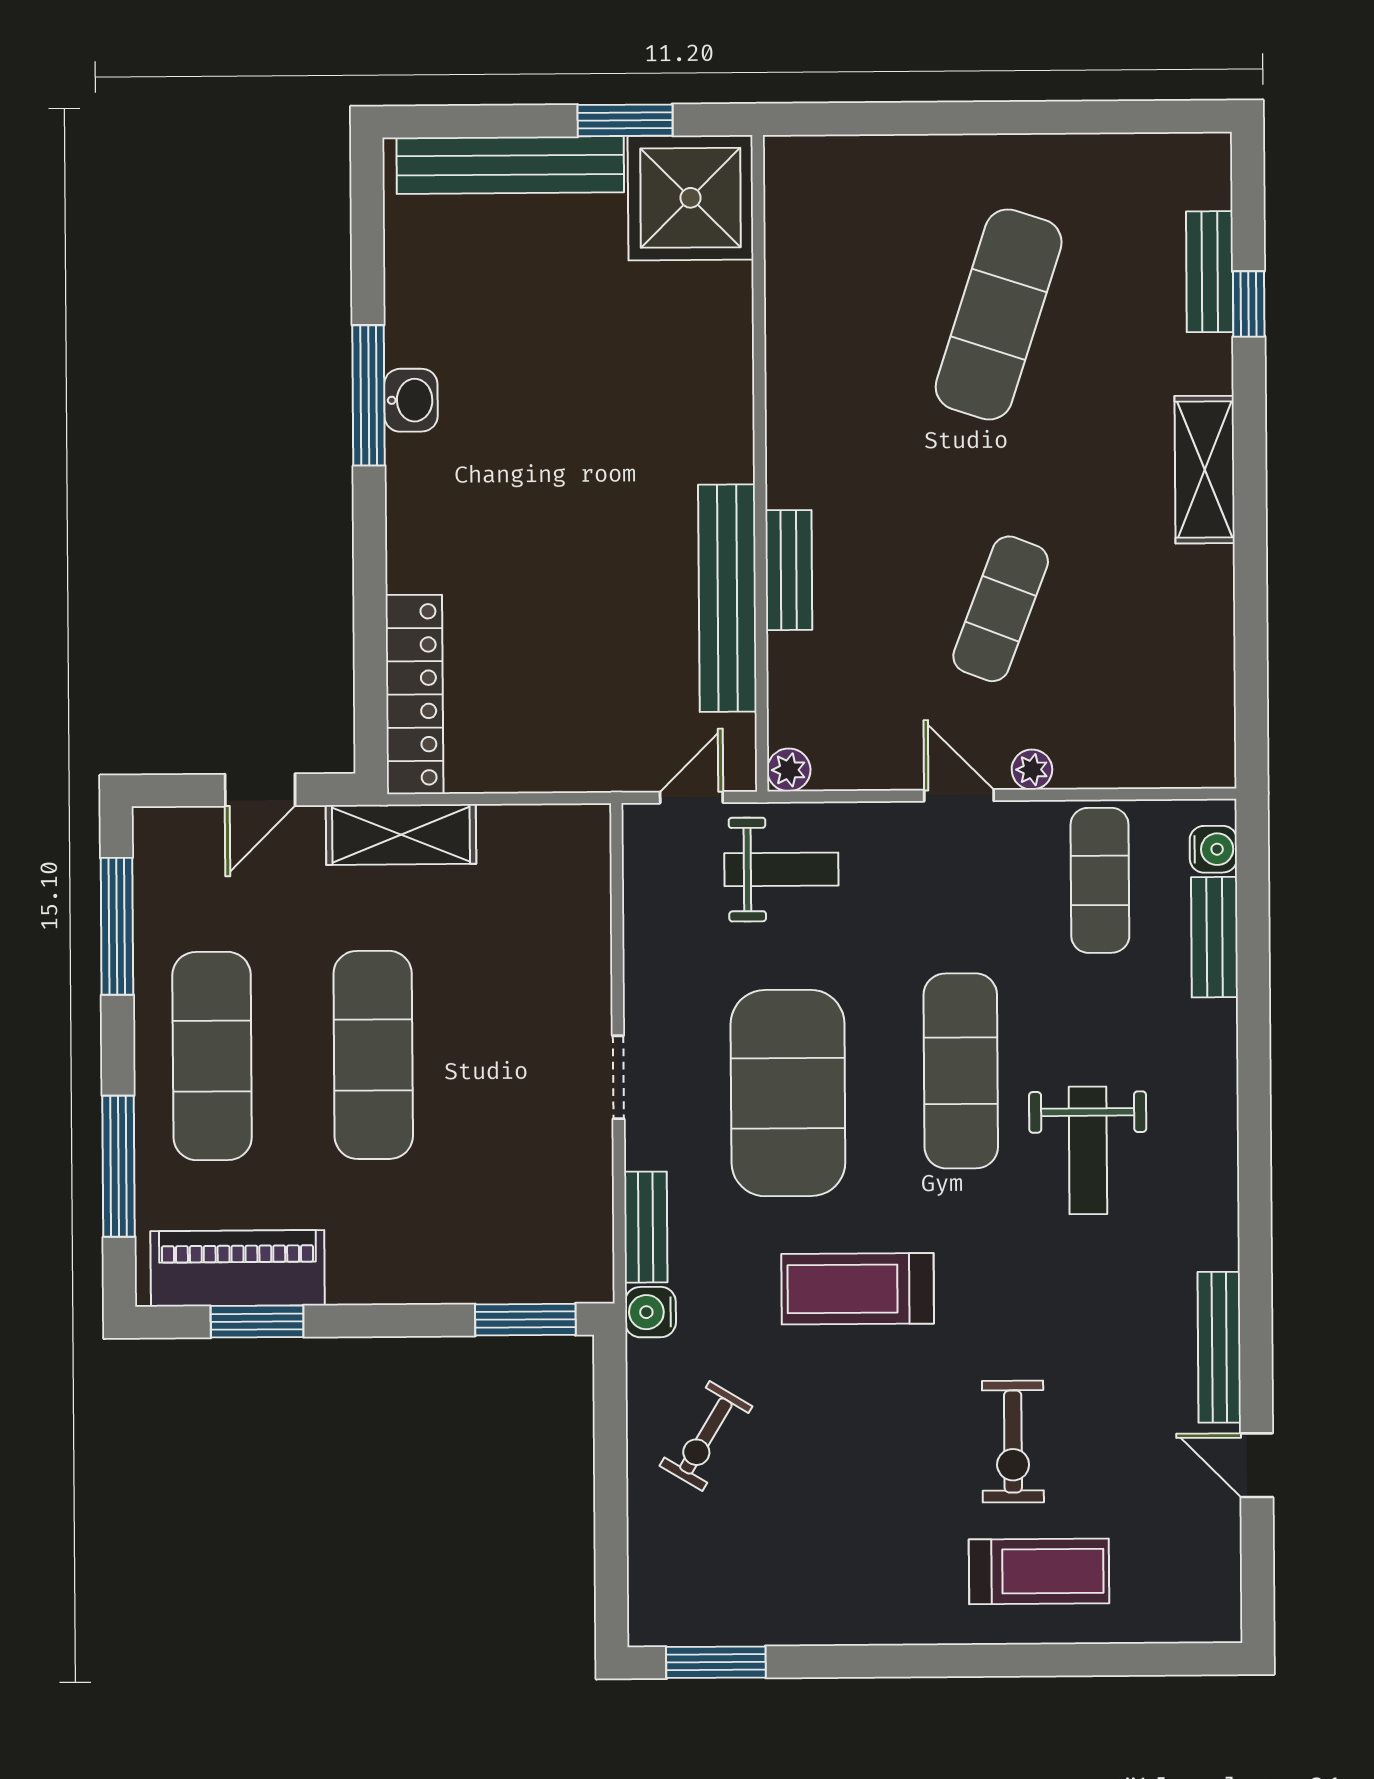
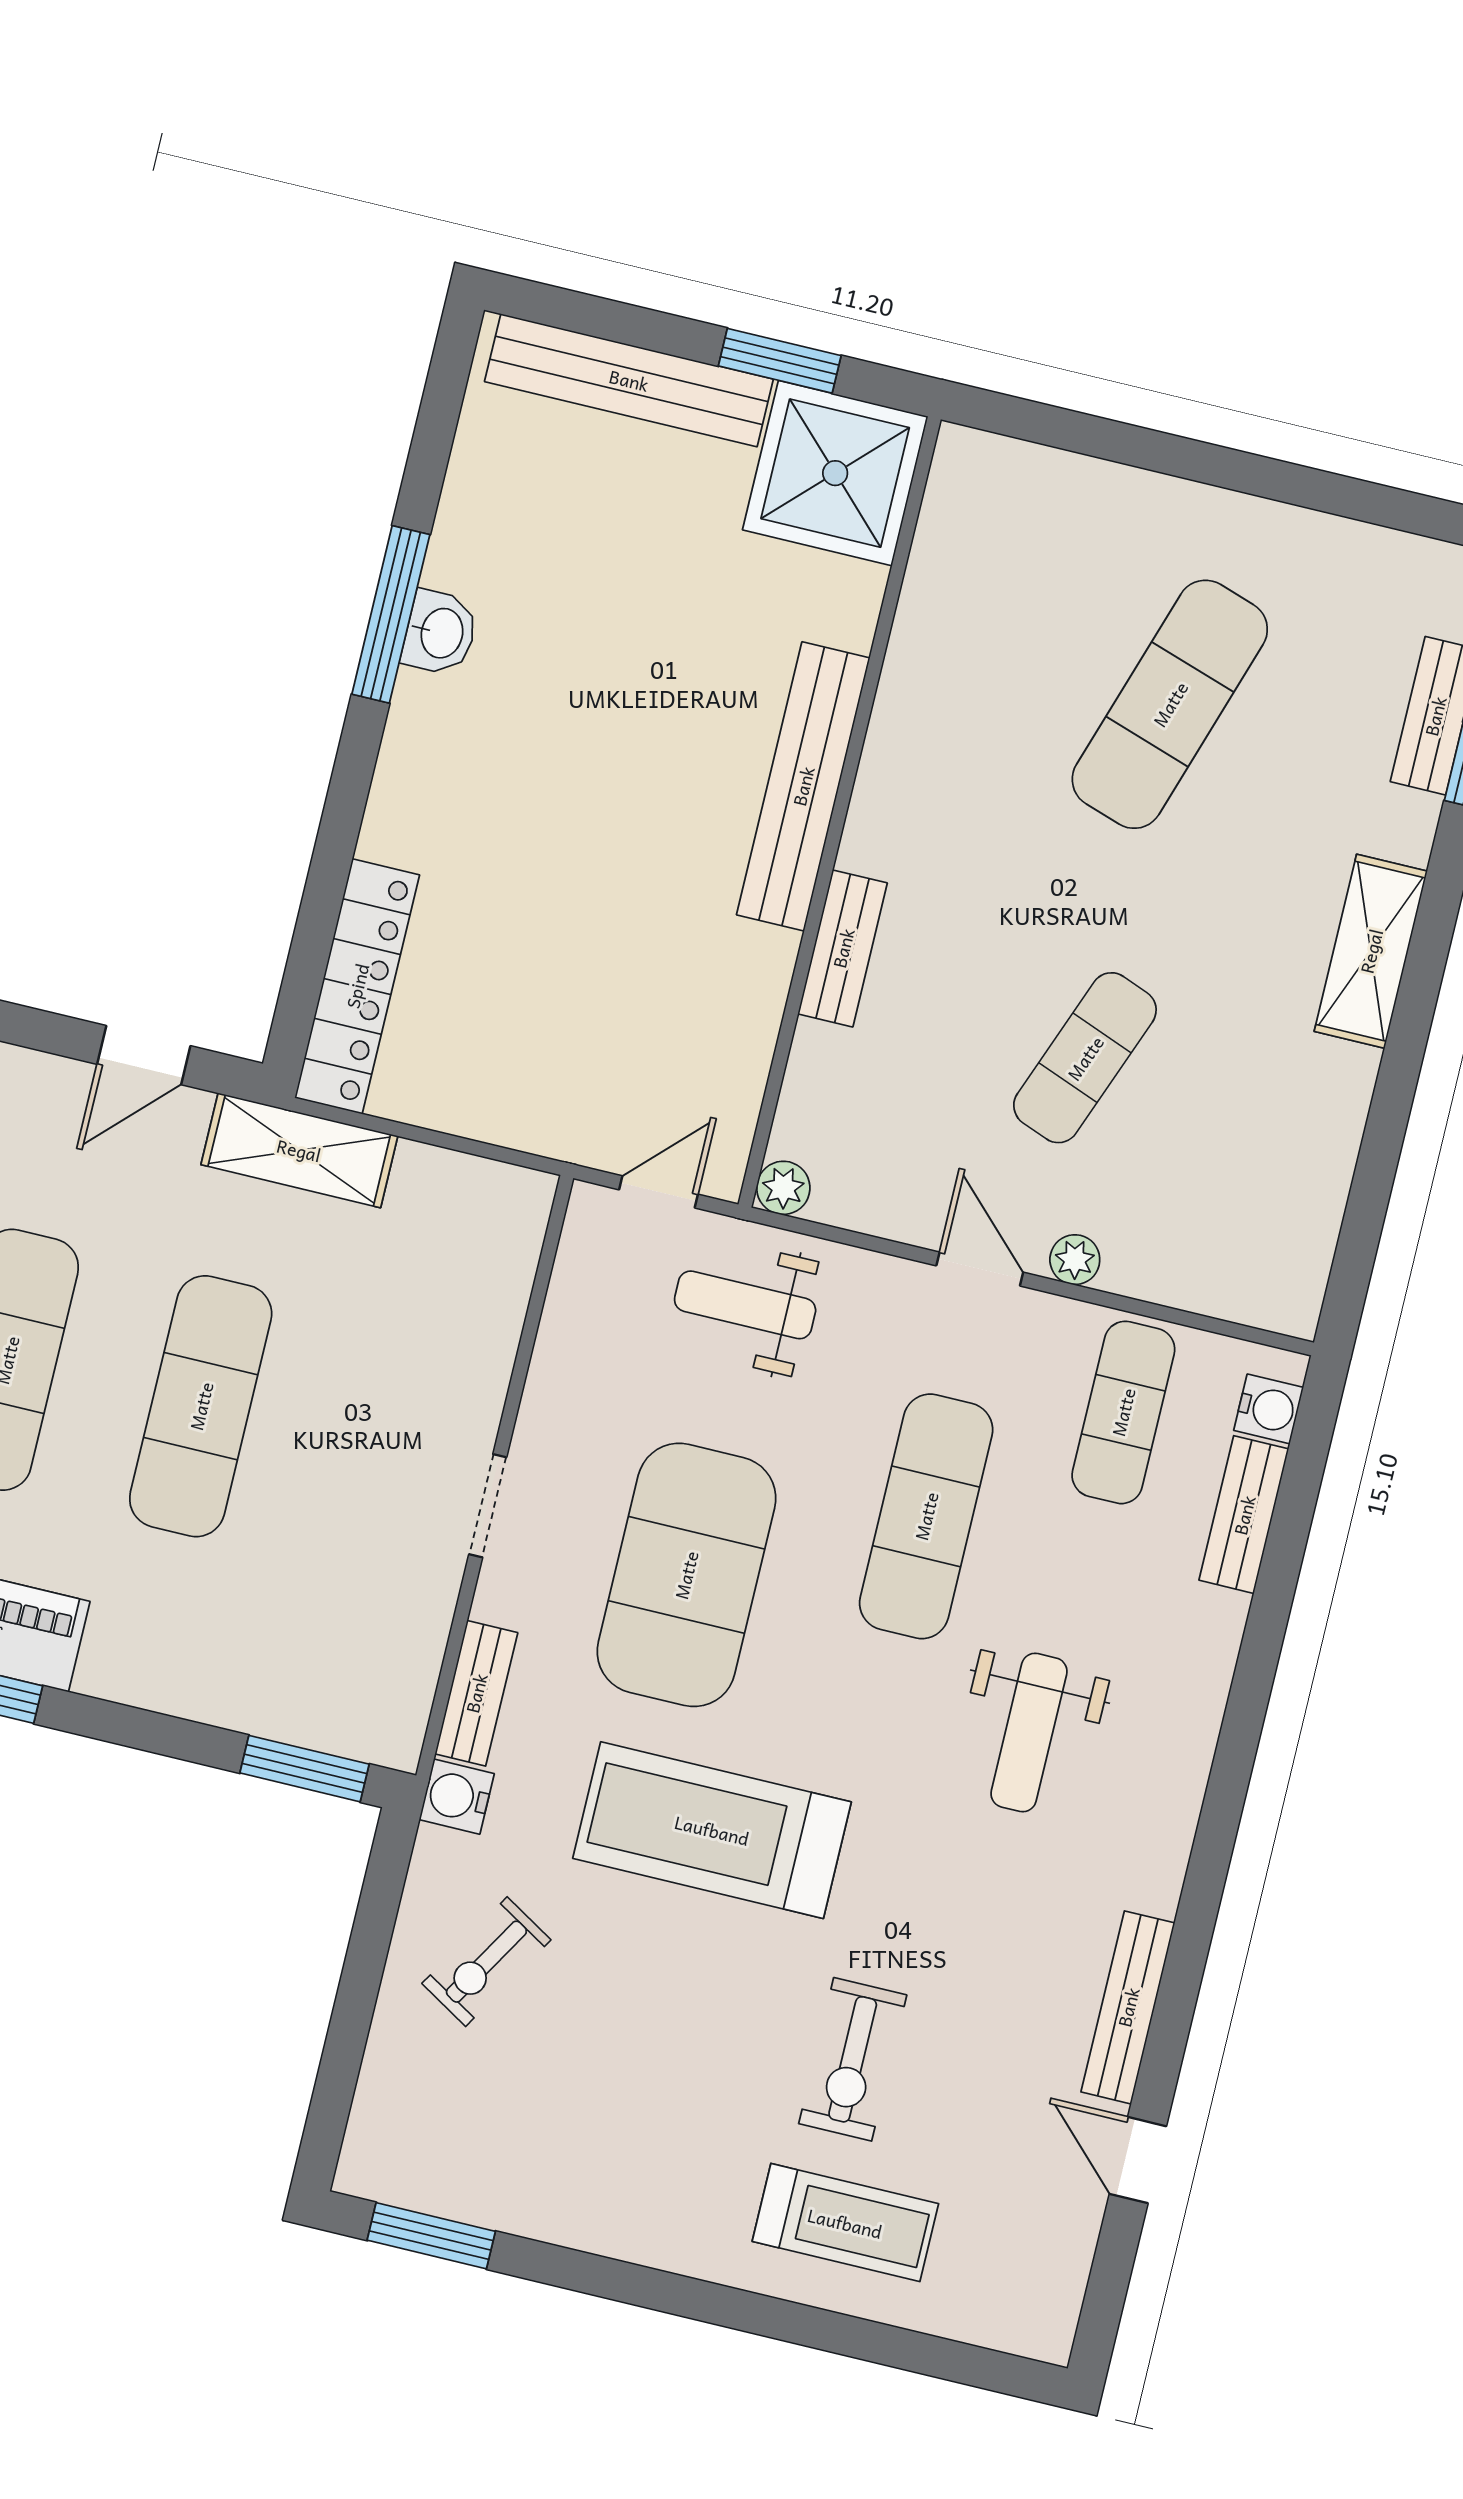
bench: (727, 598) -> (803, 786), moved
weight bench: (781, 869) -> (745, 1305), turned 180
exercise mat: (961, 1071) -> (926, 1516), moved
treadmill: (858, 1289) -> (712, 1830), width x1.37, depth x1.38

